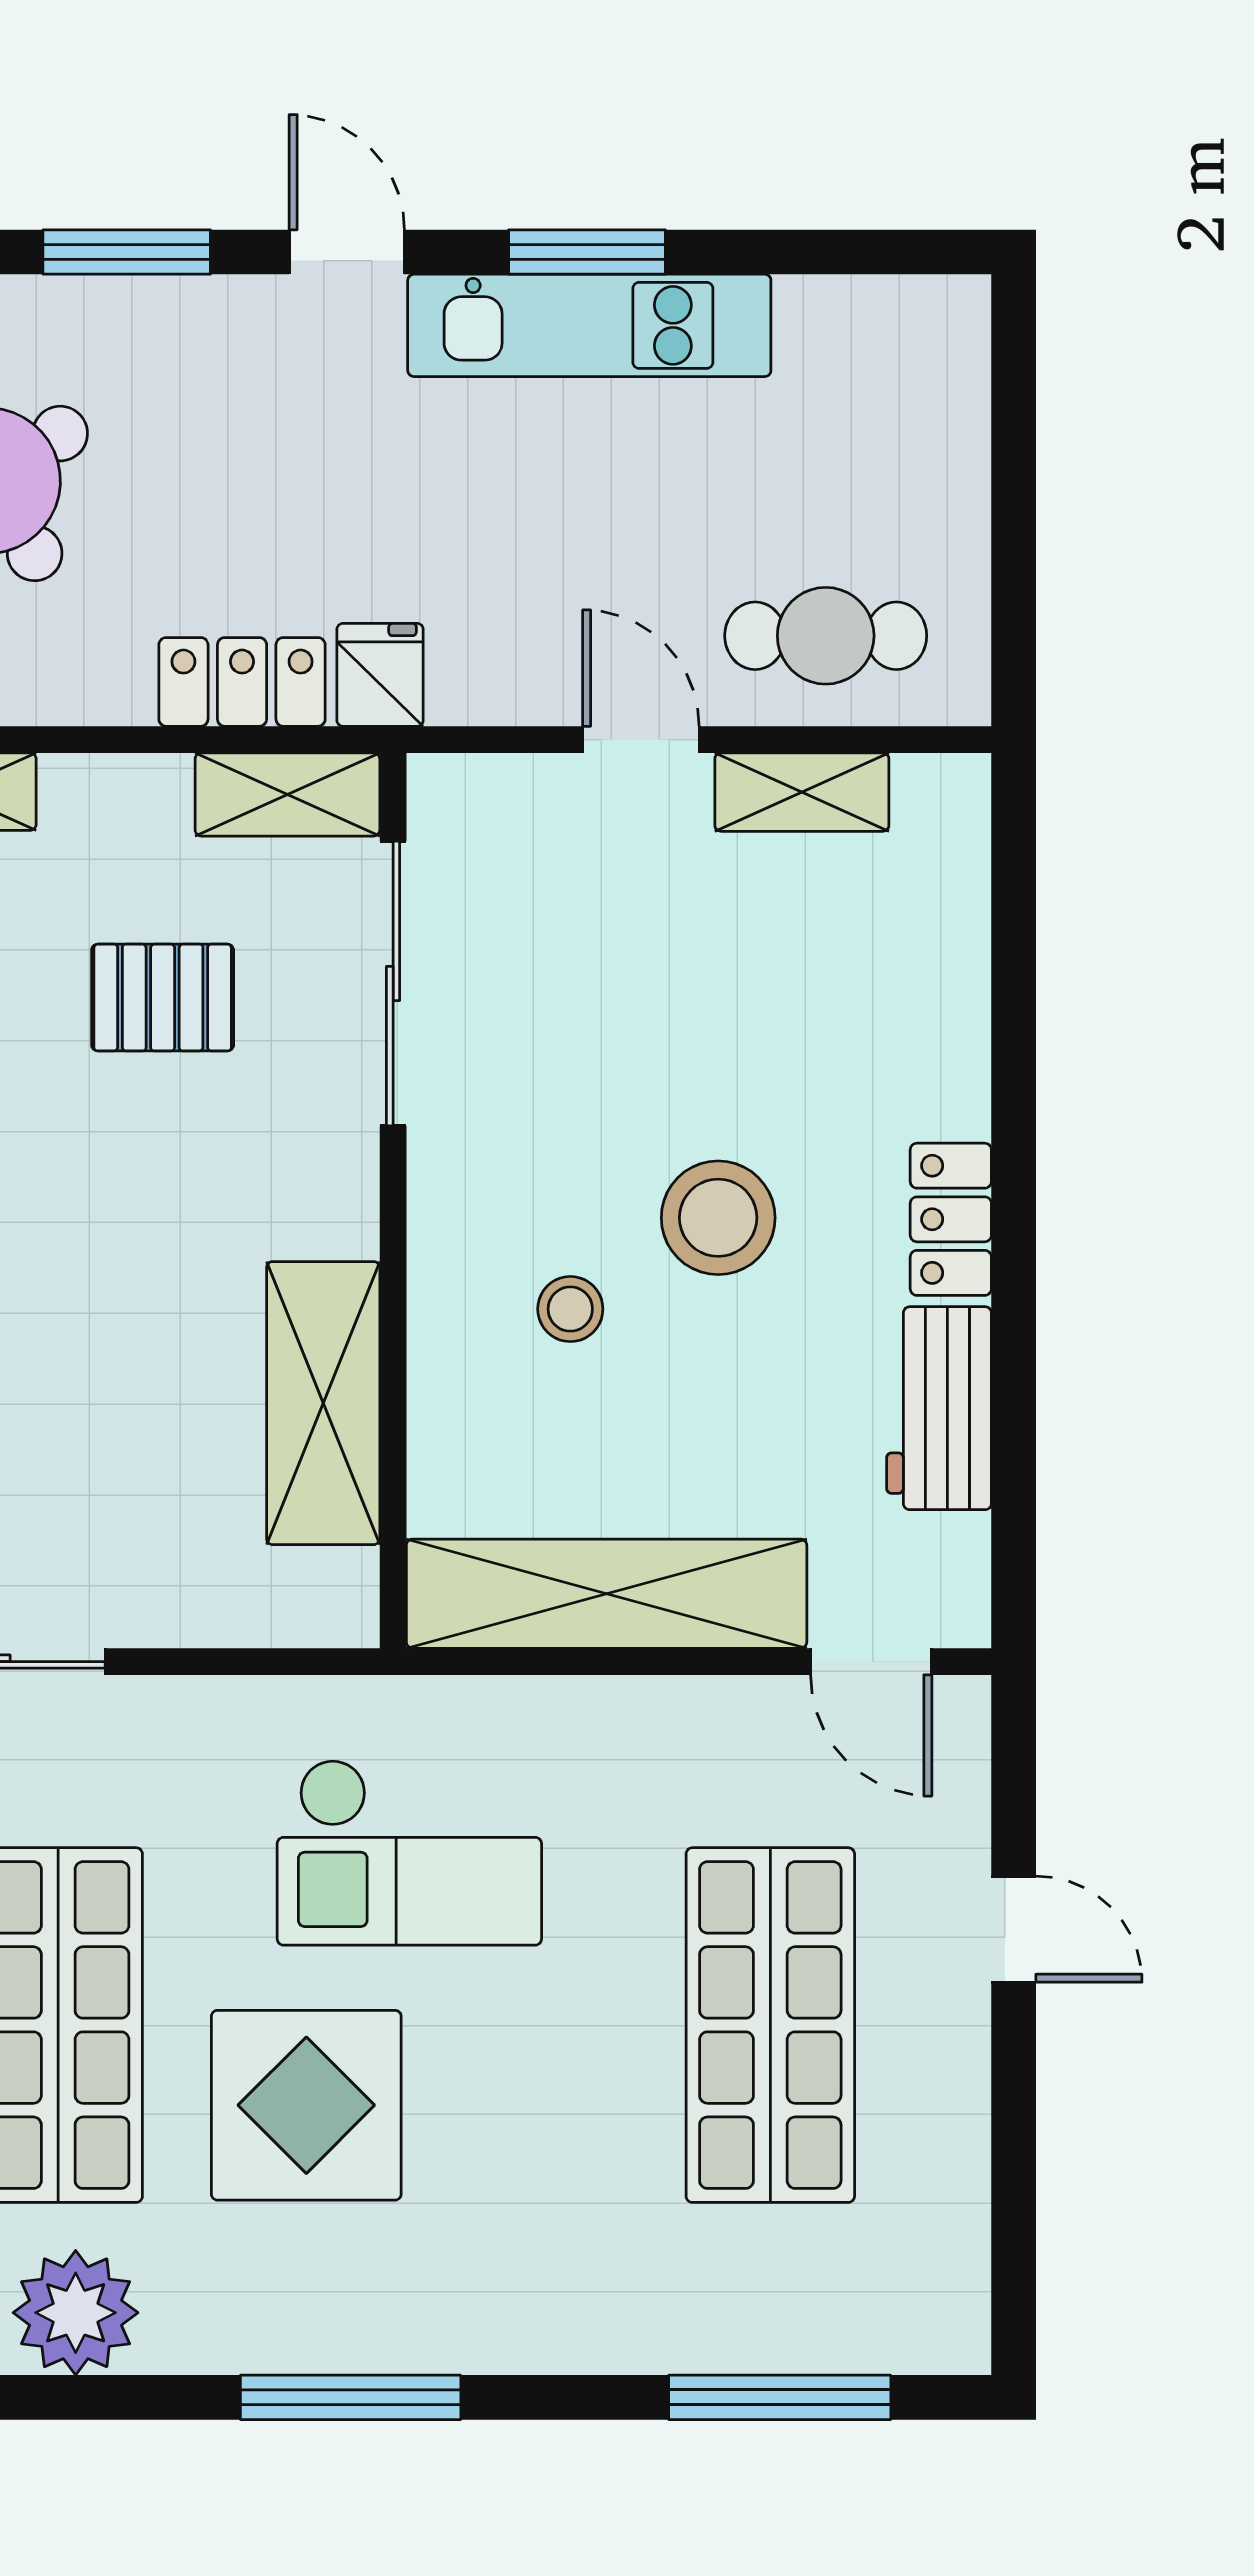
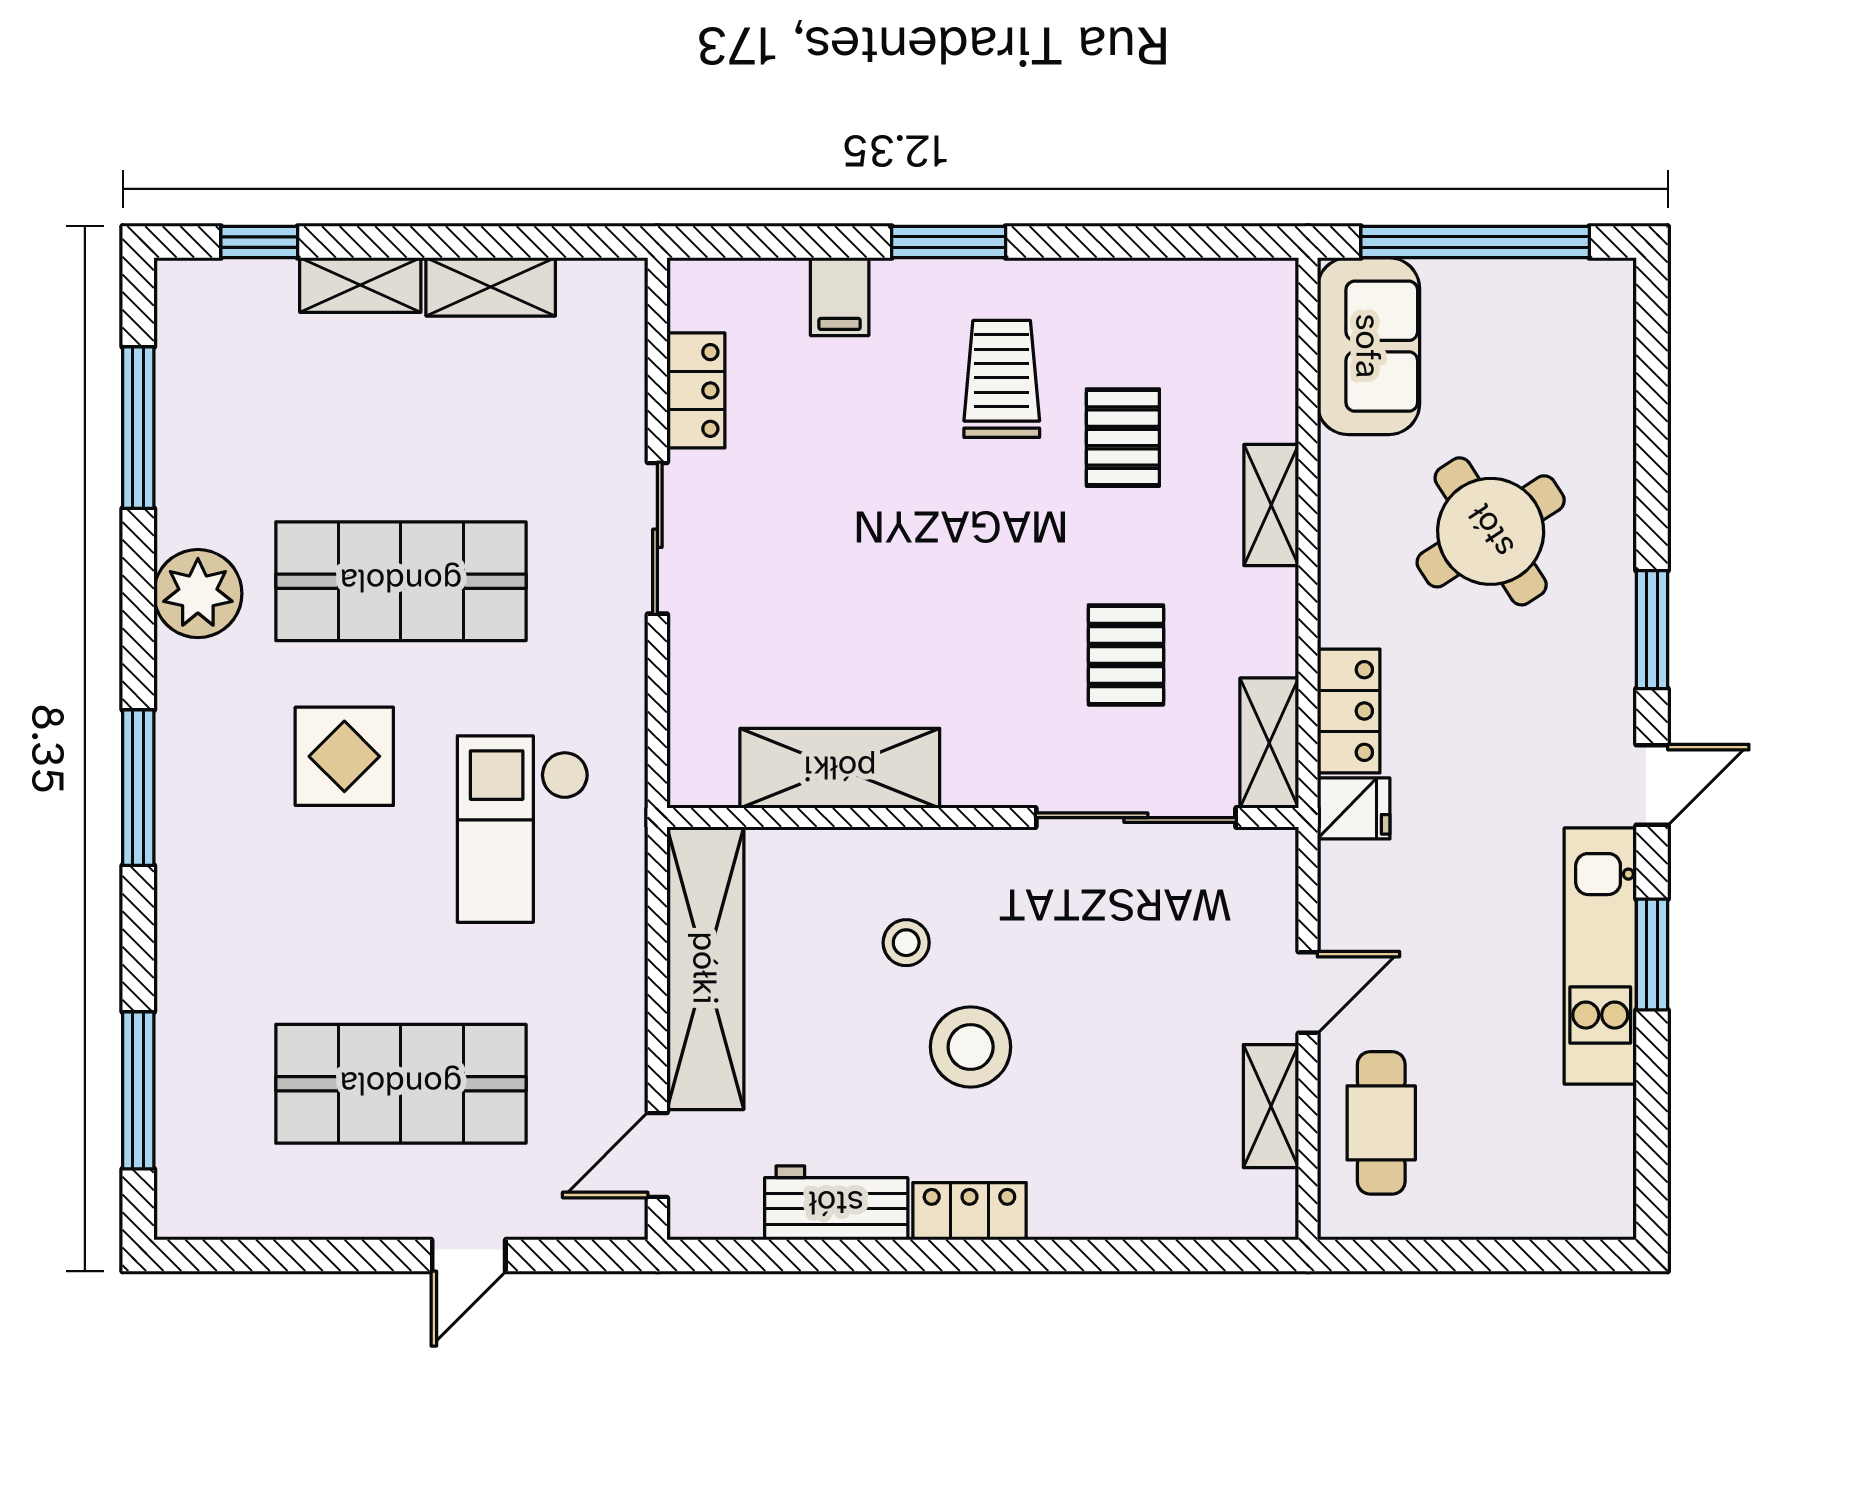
display table: (306, 2105) -> (344, 756), width x0.73, depth x0.73

